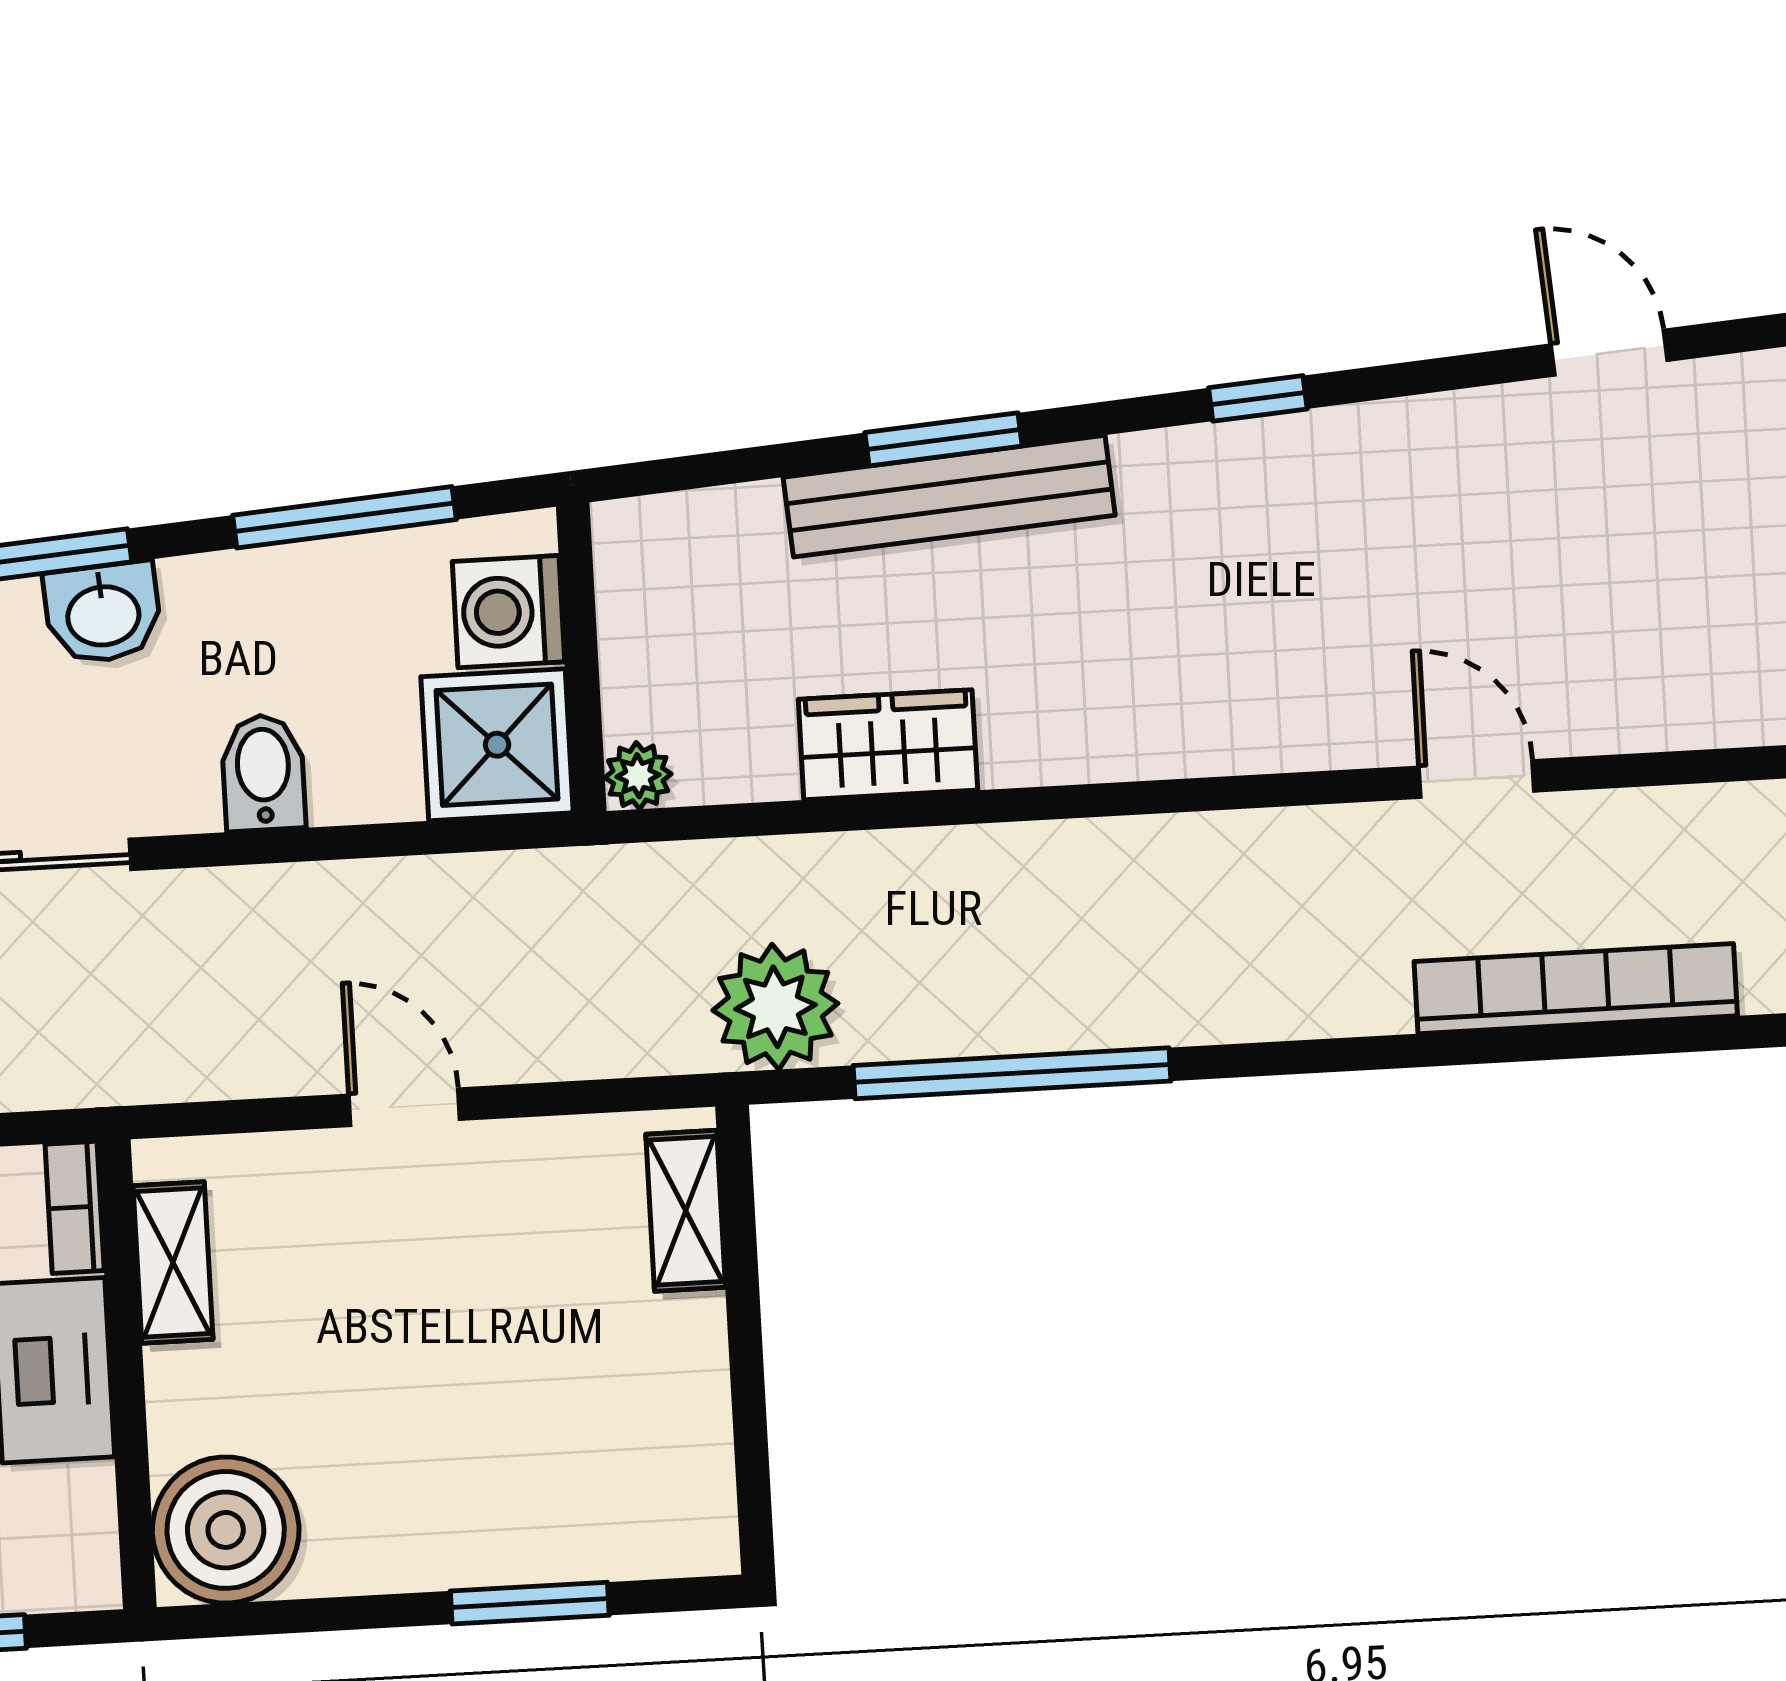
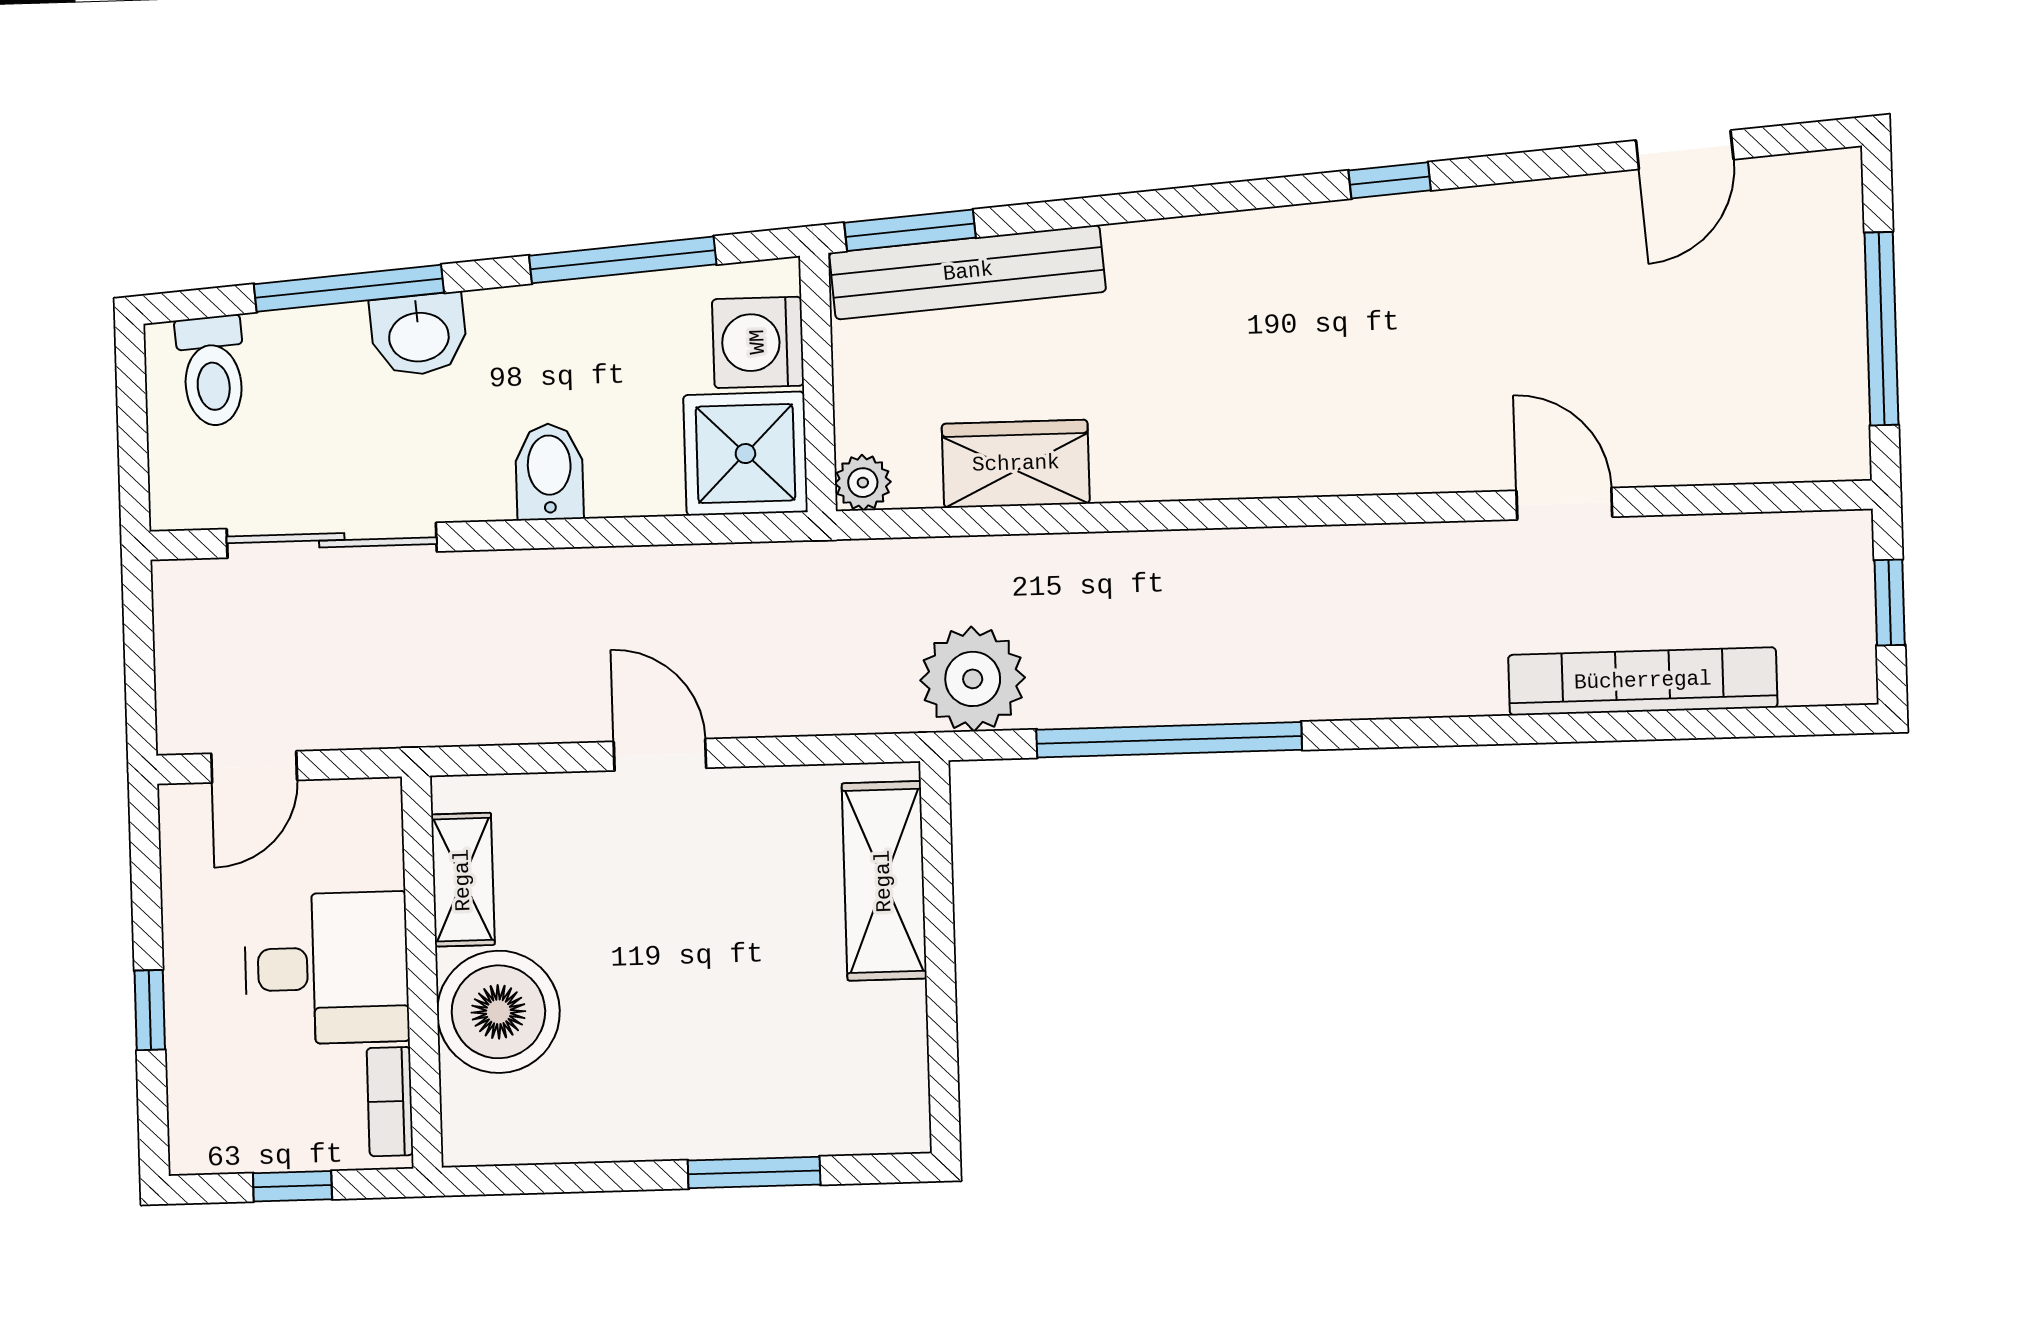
door: (1609, 353) -> (1685, 150), swing flipped
window: (943, 439) -> (910, 230), moved
bench: (949, 496) -> (968, 272), moved
wardrobe: (888, 745) -> (1016, 464), moved
bookcase: (75, 1207) -> (390, 1102), moved
shelving: (686, 1211) -> (884, 881), width x1.50, depth x1.33
boiler: (226, 1530) -> (498, 1012), moved

